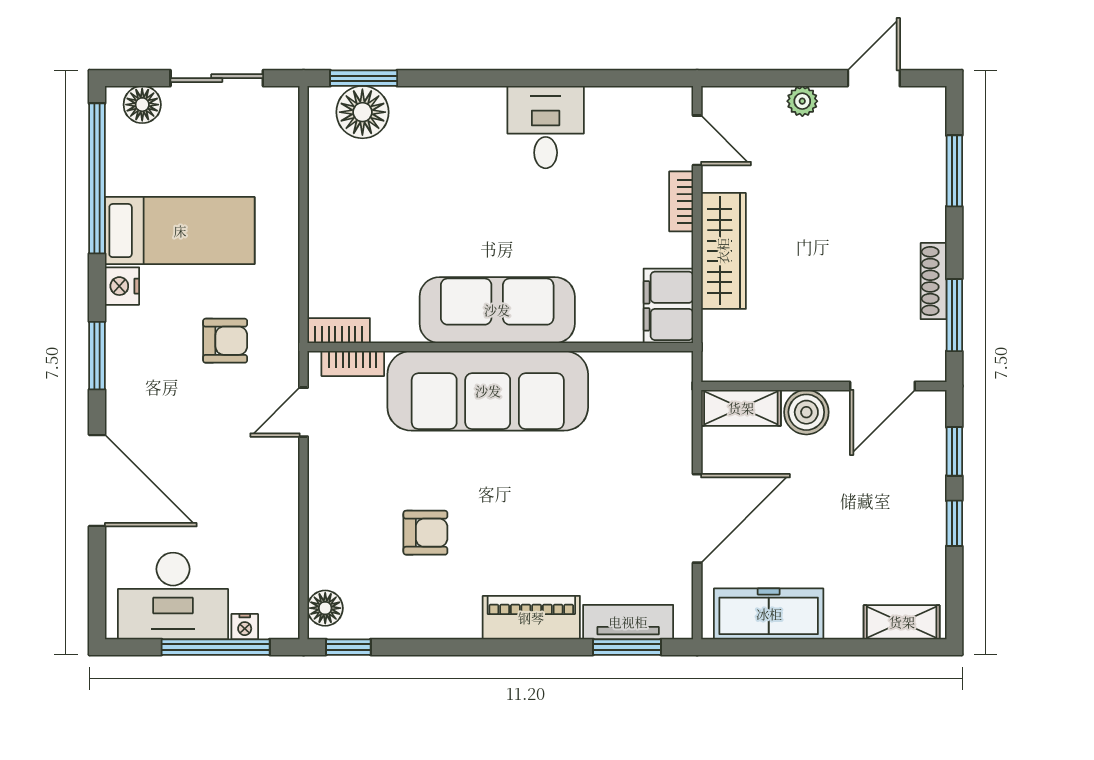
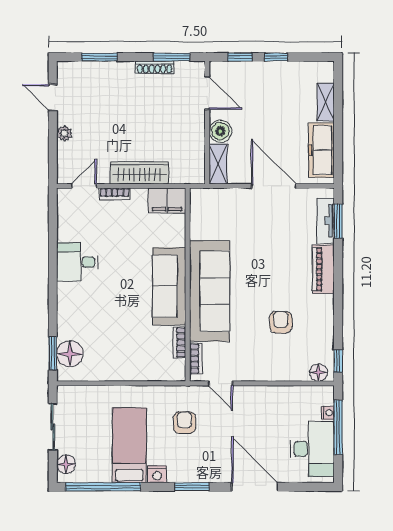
bookcase: (339, 331) -> (179, 342), moved
door: (97, 481) -> (255, 487), hinge flipped
shelving: (902, 622) -> (326, 102), moved

